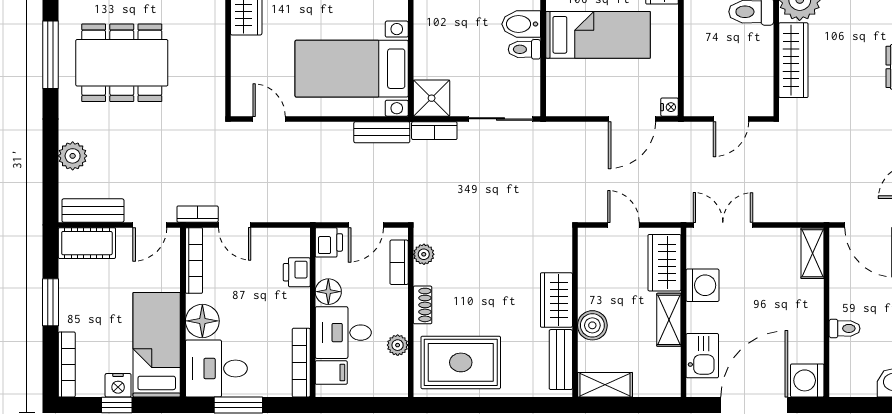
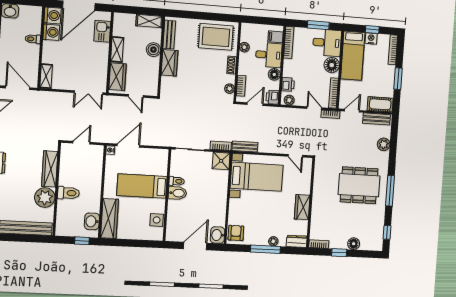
plant: (291, 239) -> (289, 100), added
washing machine: (703, 285) -> (51, 32), moved, turned 180

